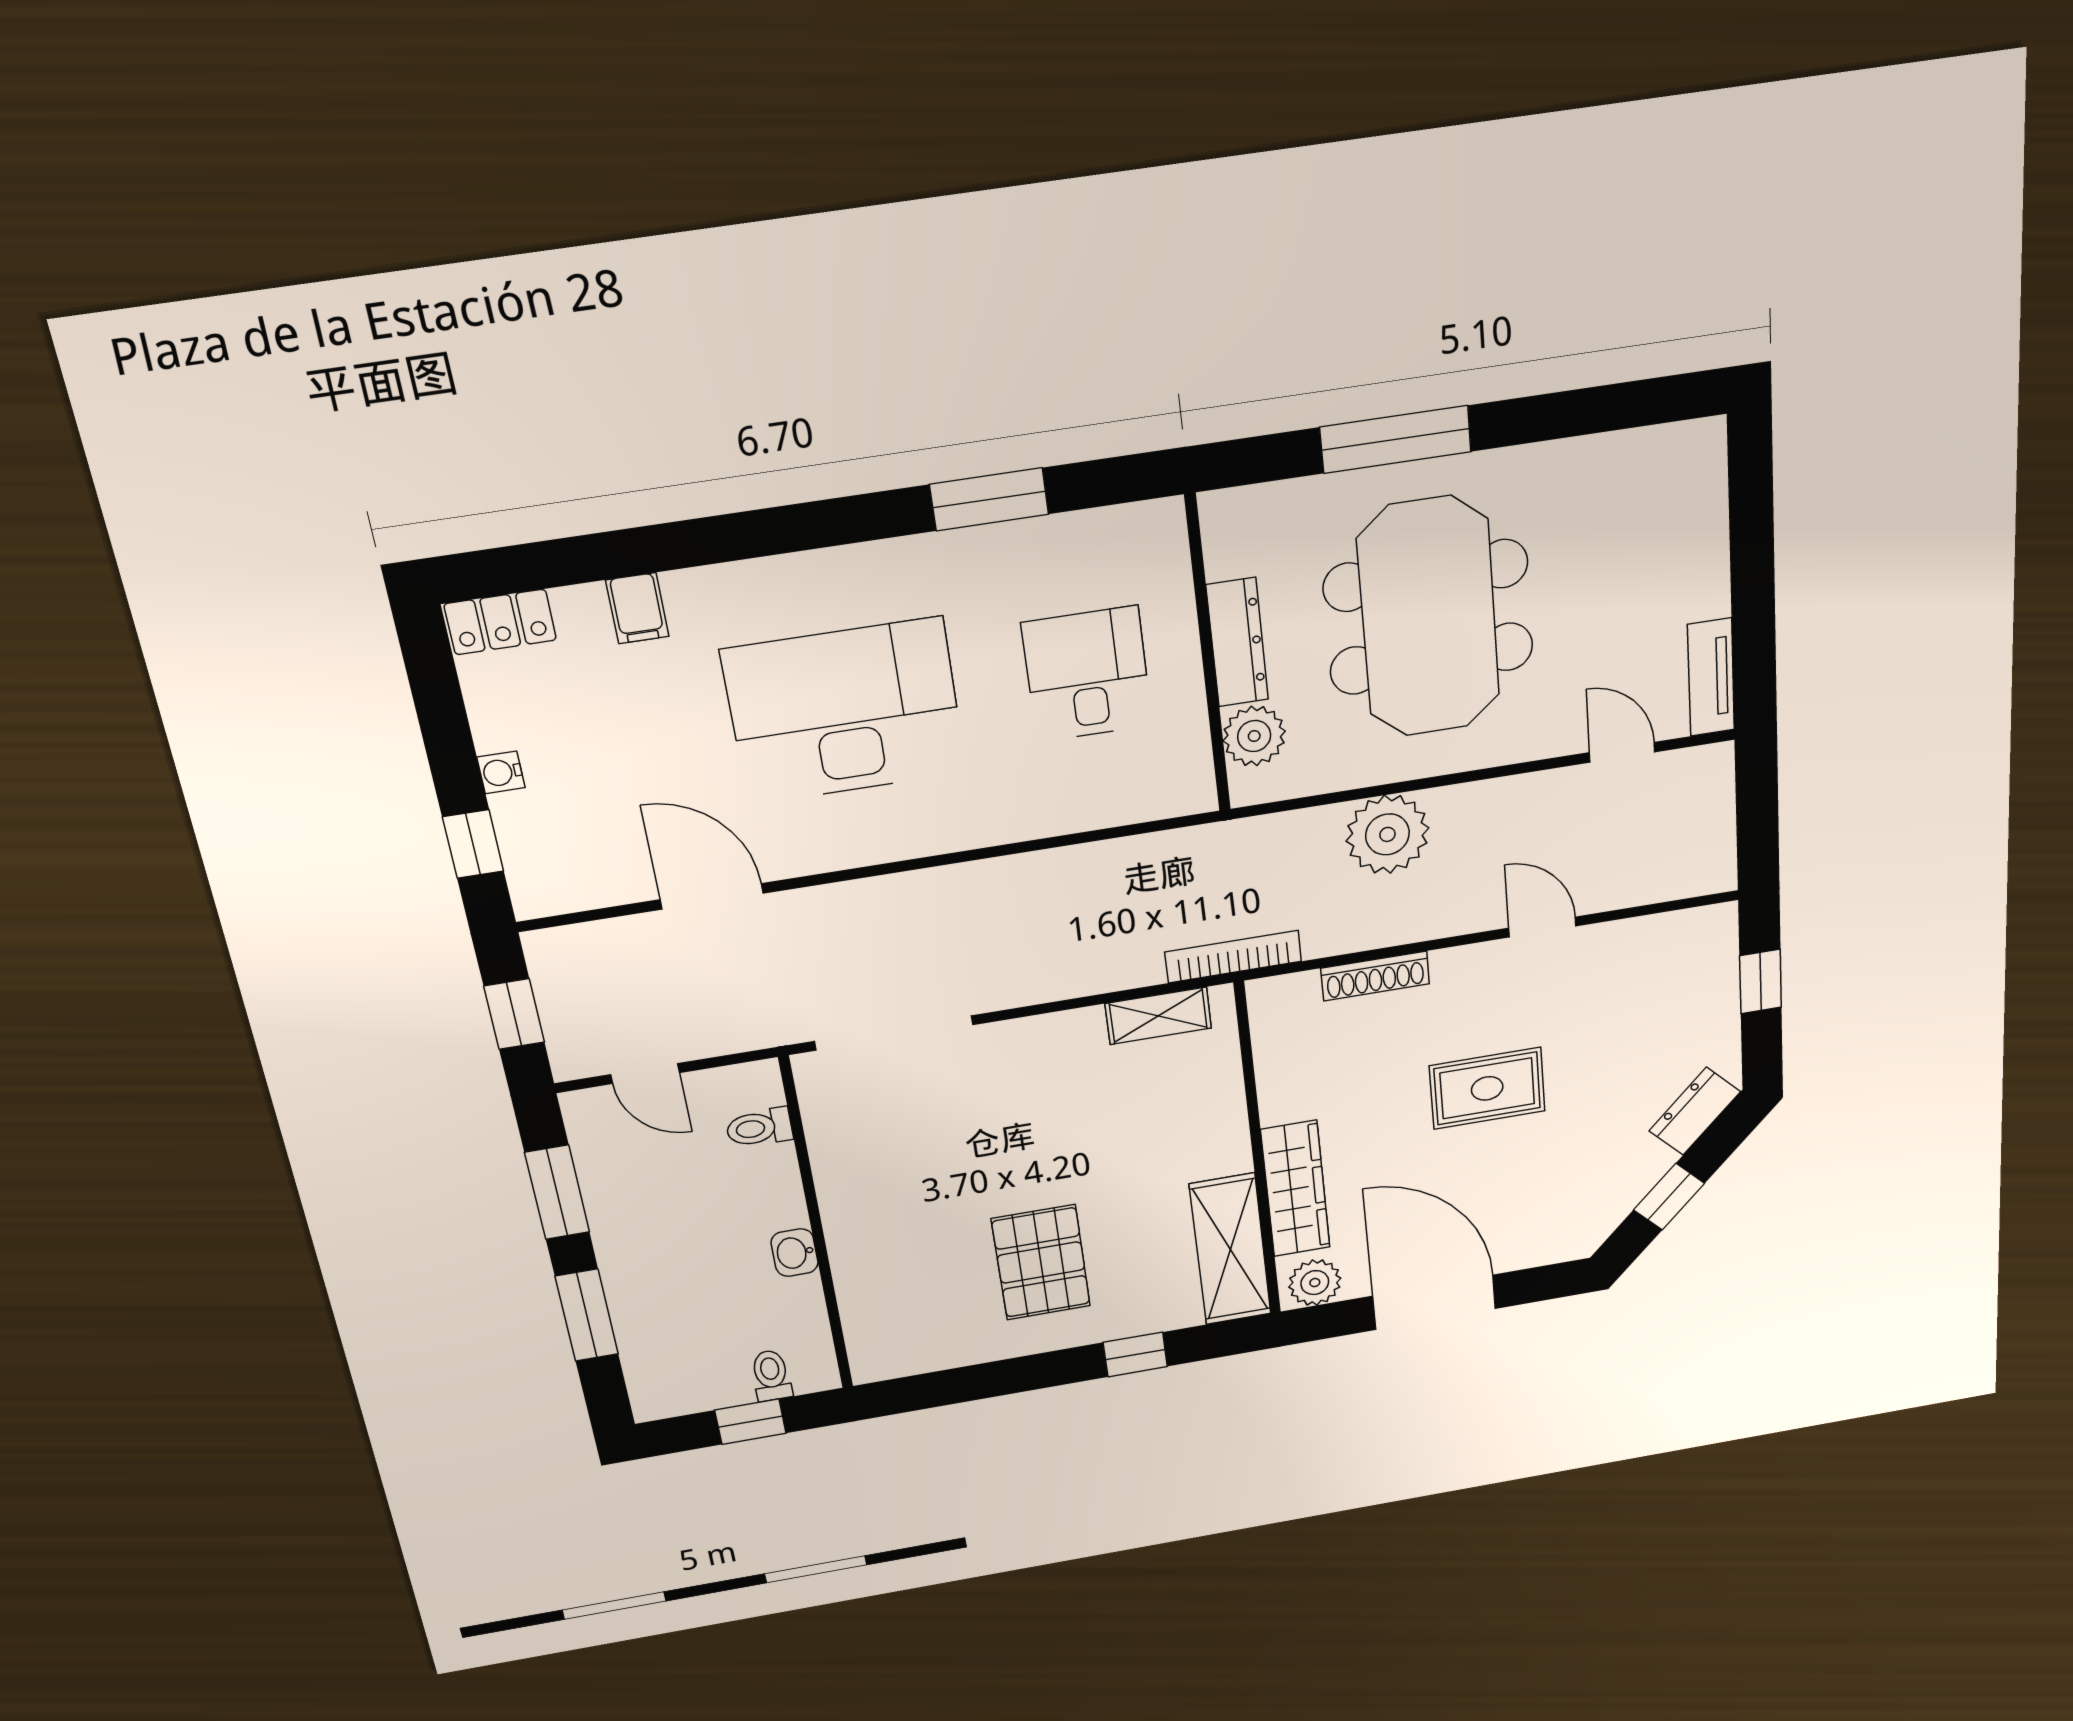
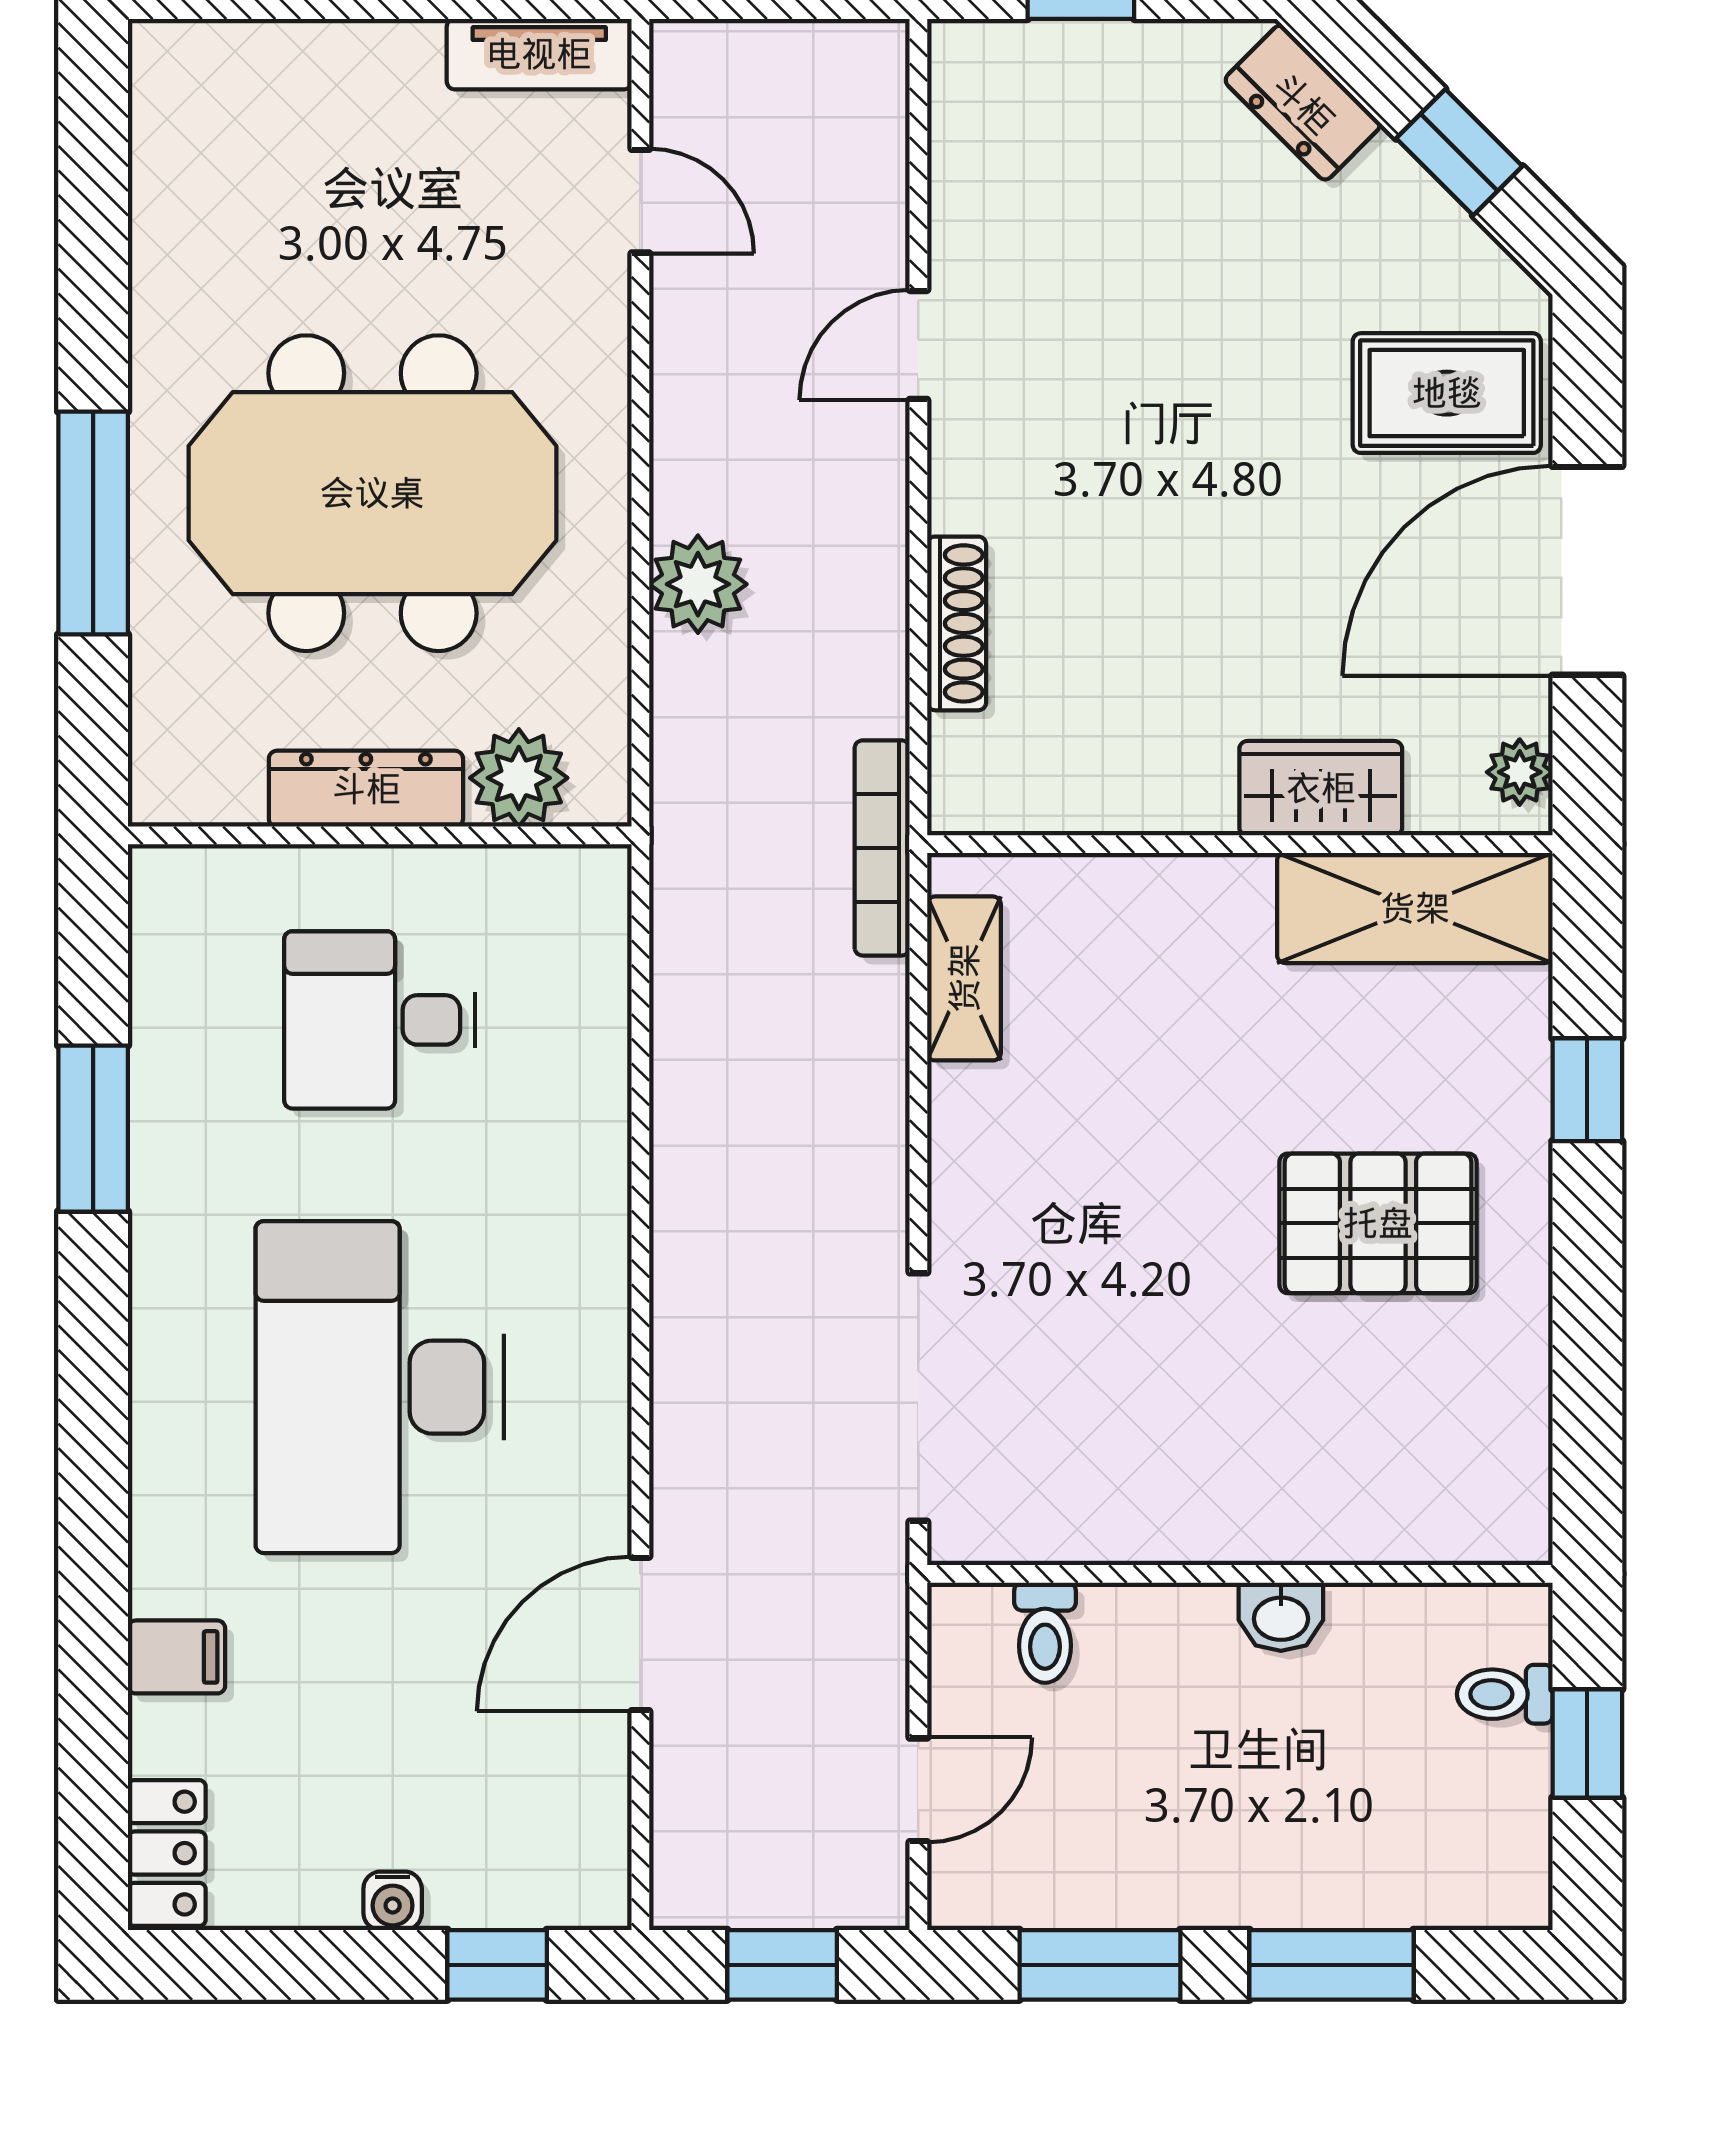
door: (1622, 752) -> (640, 201), swing flipped
plant: (1387, 834) -> (698, 584), width x0.73, depth x0.73
rug: (1487, 1088) -> (1447, 393), moved, turned 90
wardrobe: (1295, 1189) -> (1321, 788), width x0.67
plant: (1315, 1283) -> (1520, 772), width x0.73, depth x0.73

